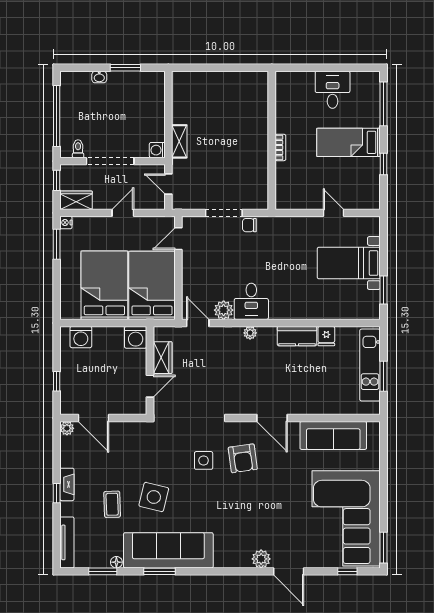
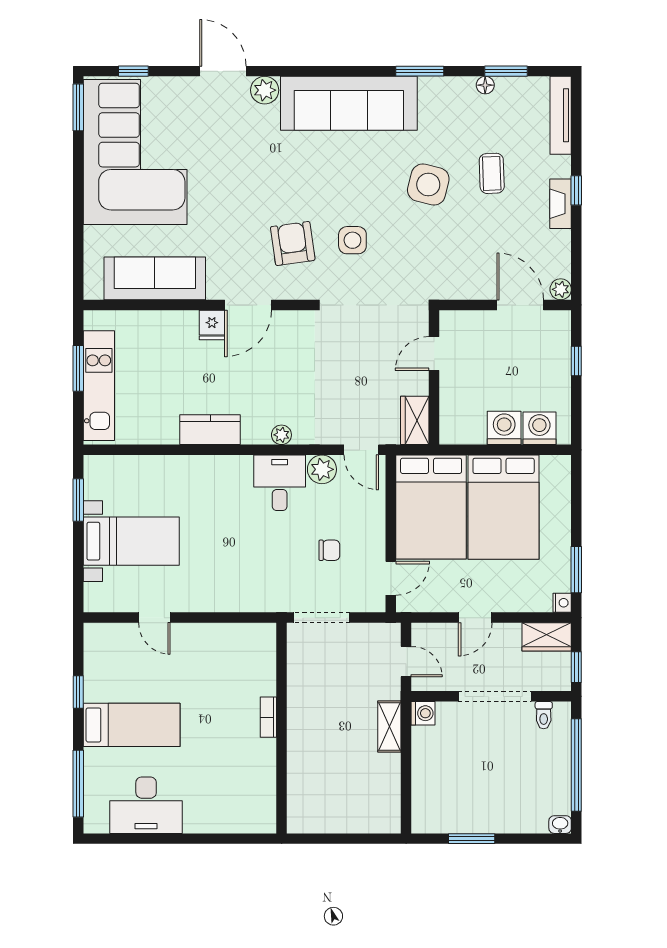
washbasin: (99, 77) -> (560, 825), moved
desk: (333, 90) -> (146, 805), width x1.37
wall: (272, 140) -> (282, 728), moved
bookcase: (280, 147) -> (268, 717), moved
chair: (249, 225) -> (329, 550), moved
fridge: (326, 336) -> (212, 325), moved, turned 180
washing machine: (136, 337) -> (504, 428), moved
wardrobe: (163, 358) -> (415, 420), moved
door: (272, 418) -> (248, 305), swing flipped
sofa: (168, 550) -> (349, 103), moved

